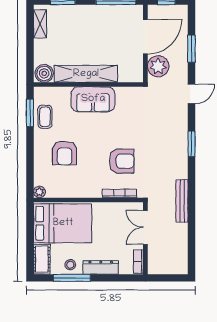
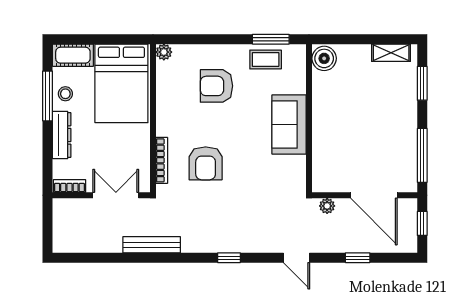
window: (192, 49) -> (358, 258), width x0.67
plant: (158, 66) -> (327, 206), width x0.53, depth x0.53
shelving: (86, 74) -> (324, 115), removed
window: (192, 144) -> (229, 258), width x0.67

